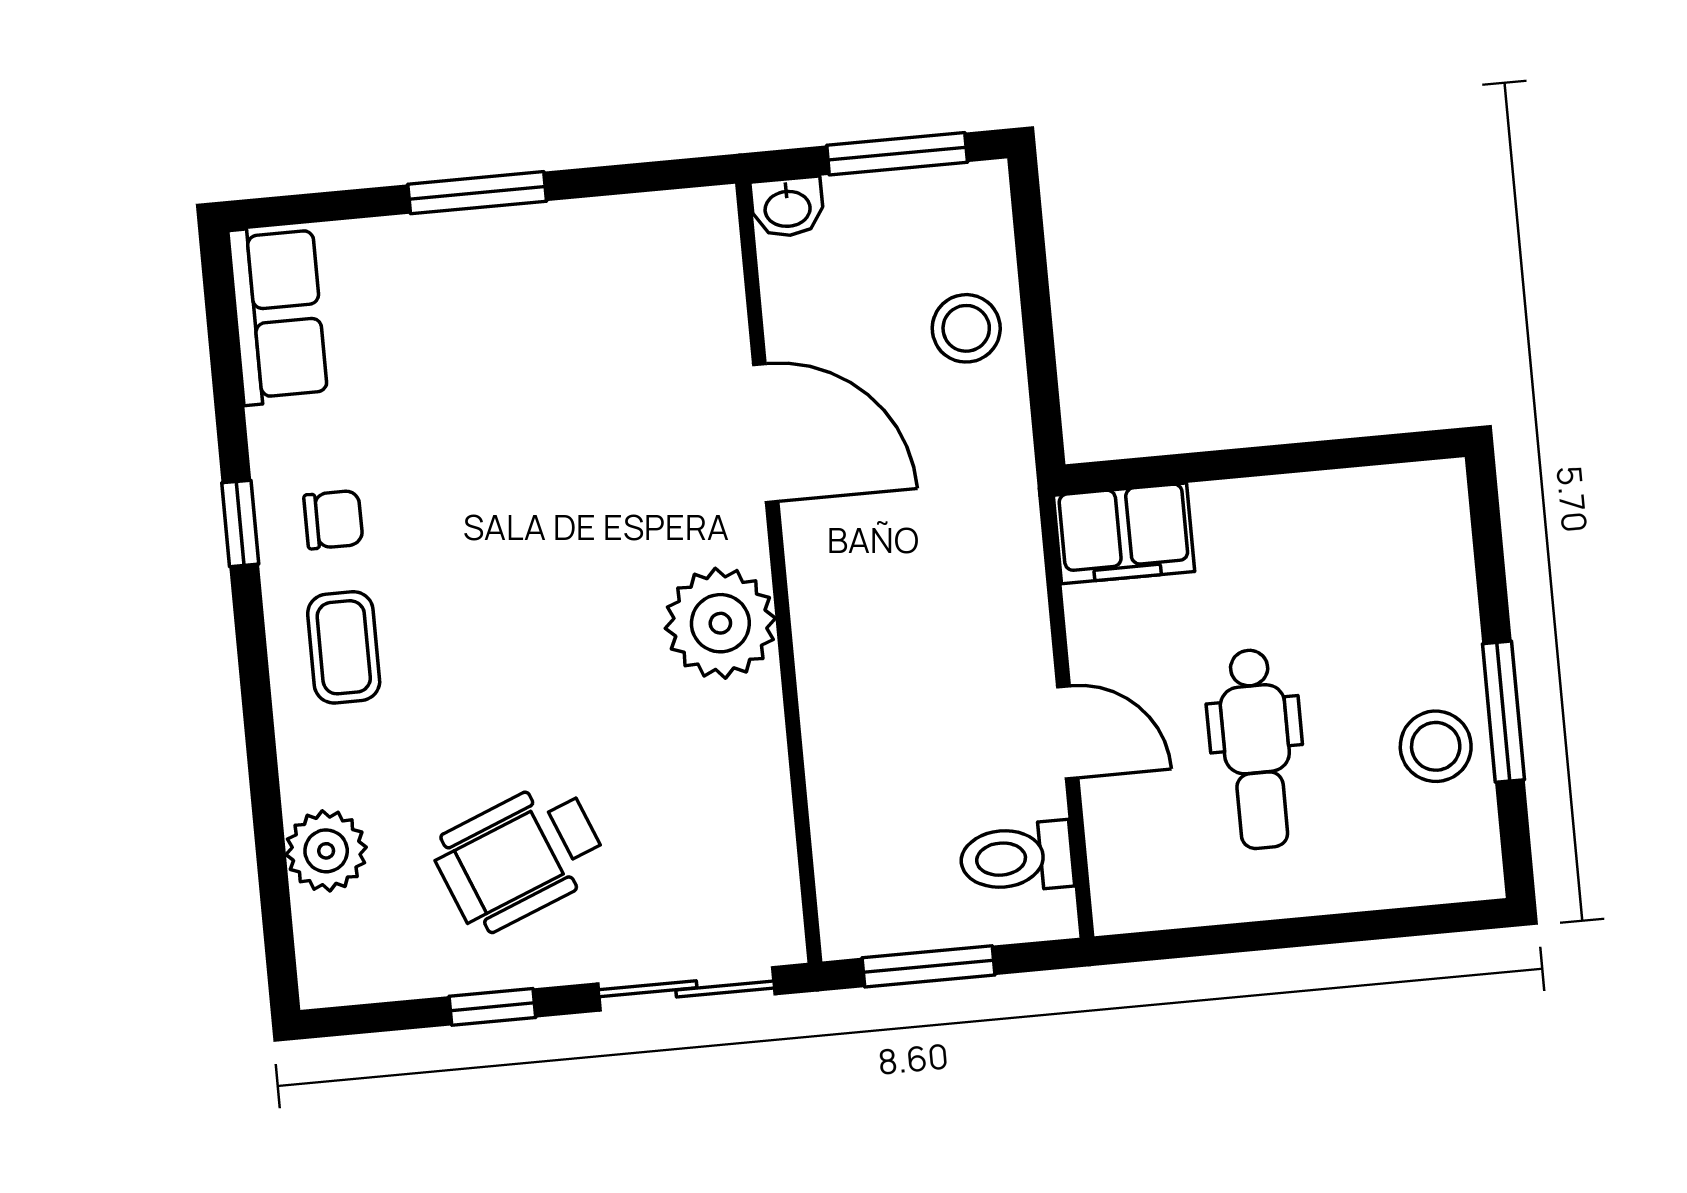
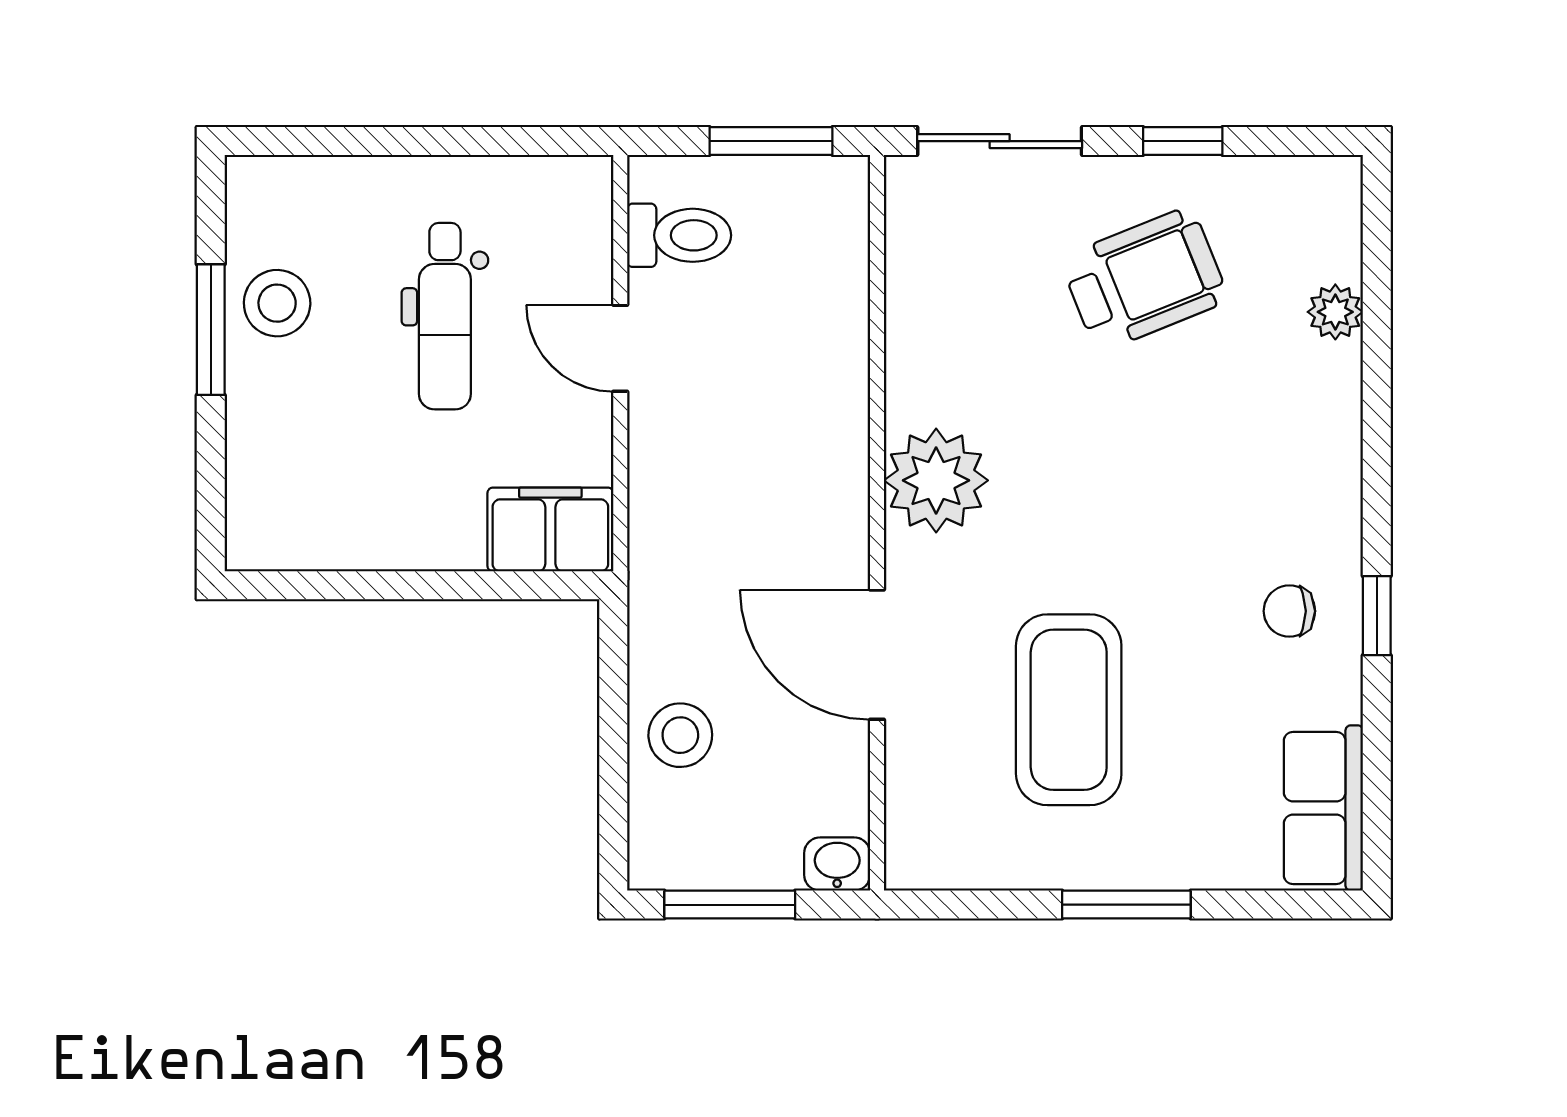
coffee table: (344, 647) -> (1069, 710), moved, width x1.86, depth x1.72
dental chair: (1257, 749) -> (445, 316), turned 180
plant: (326, 851) -> (1335, 312), width x0.73, depth x0.73

